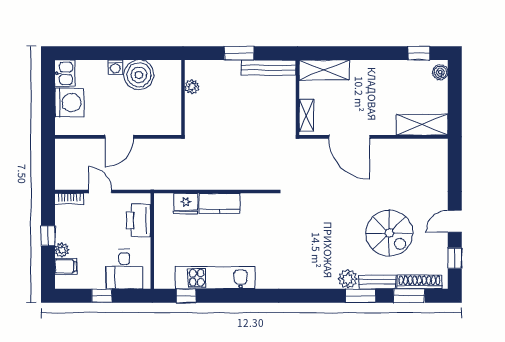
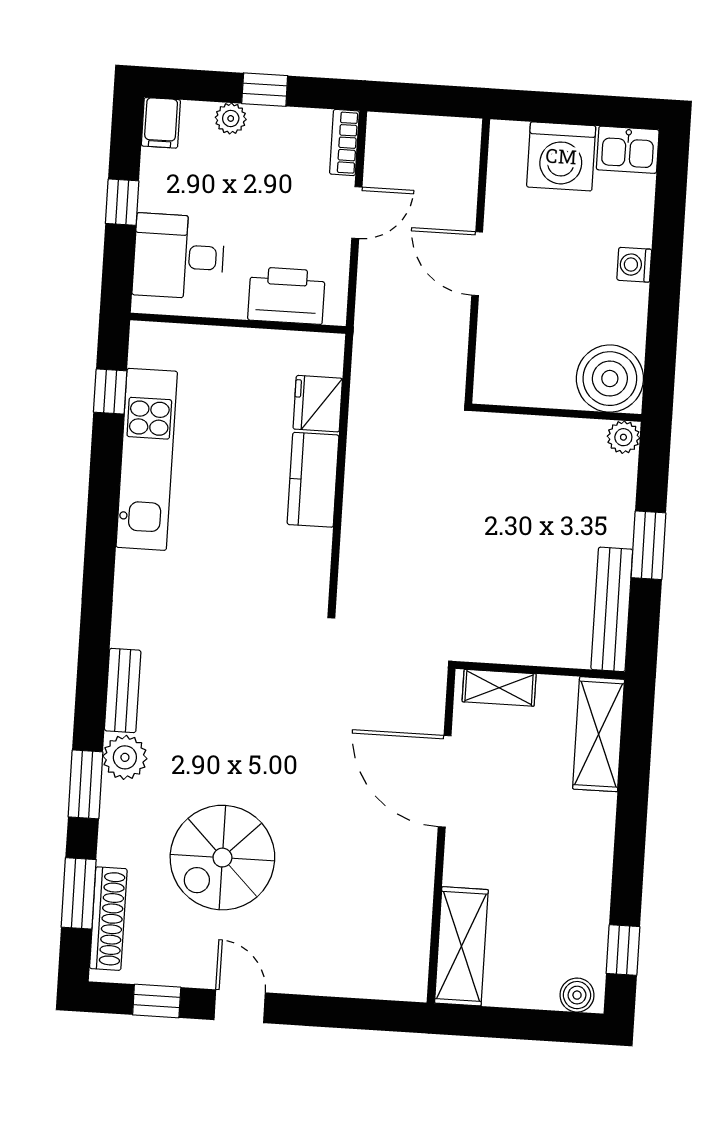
boiler: (139, 75) -> (610, 379), moved
plant: (192, 87) -> (623, 437), moved
door: (349, 137) -> (445, 781), hinge flipped
filing cabinet: (66, 266) -> (161, 123), moved
bench: (377, 282) -> (123, 690), moved

